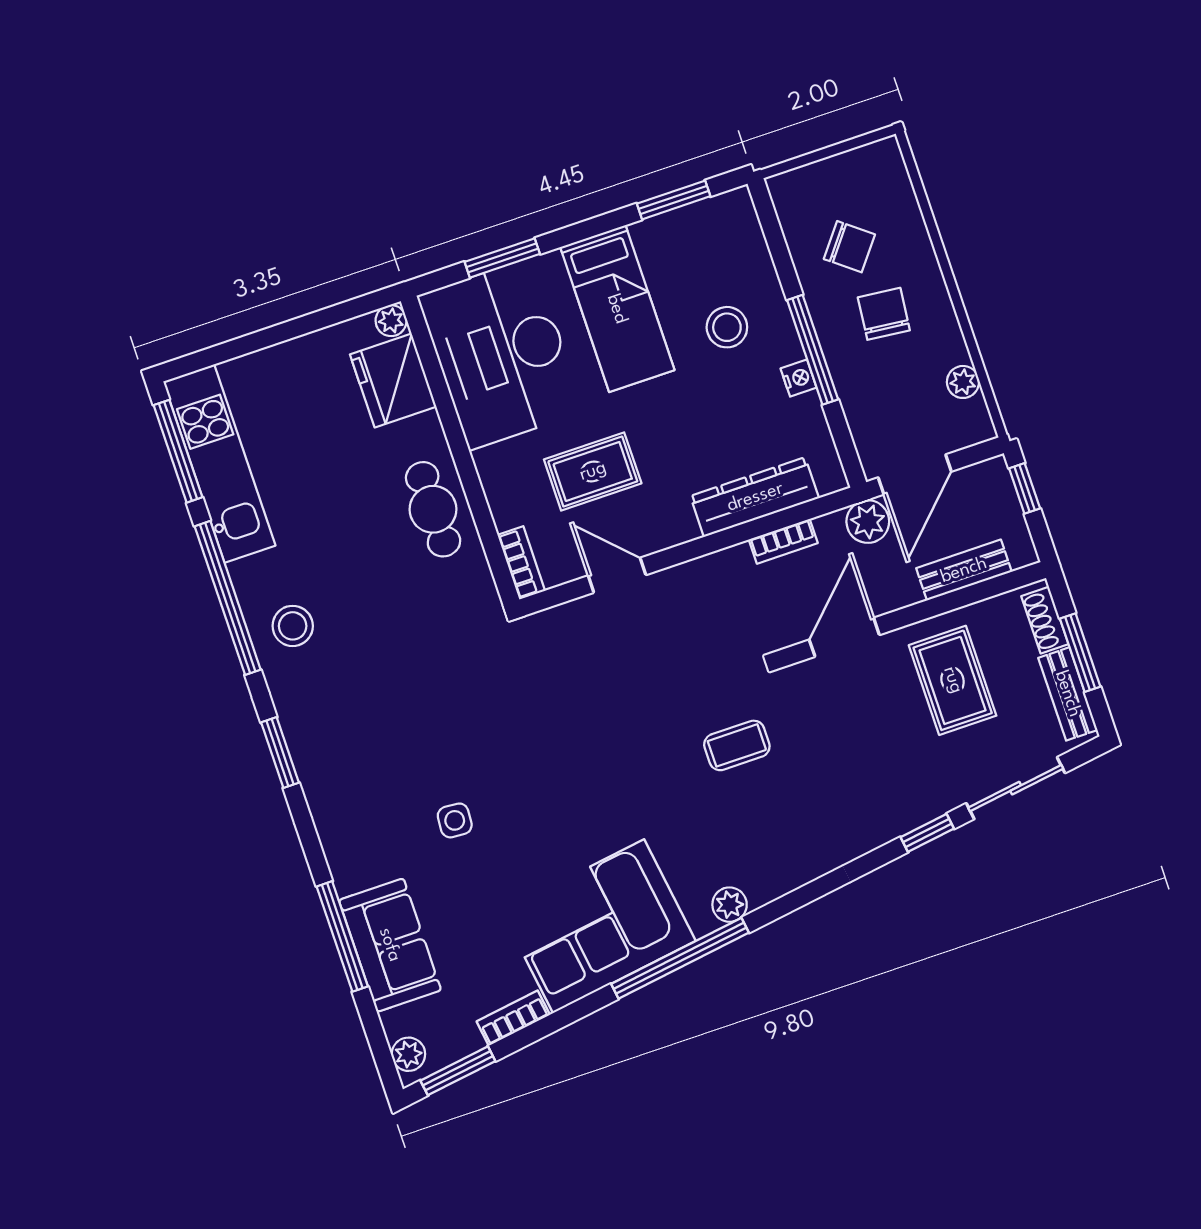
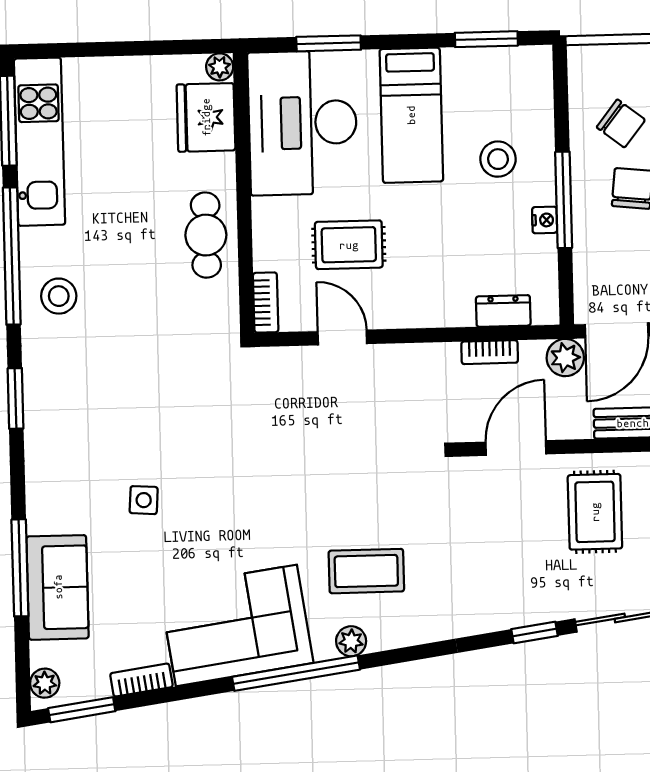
dresser: (755, 497) -> (503, 311), width x0.51, depth x0.80
coffee table: (737, 745) -> (366, 571), moved, width x1.36, depth x1.30

